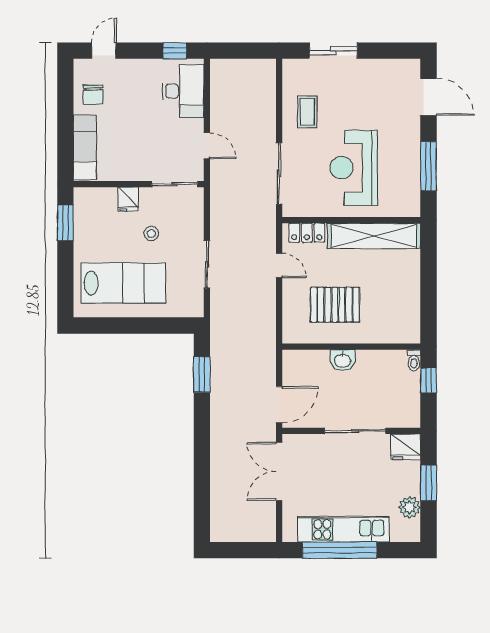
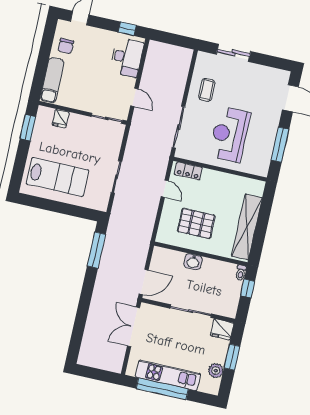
fridge: (128, 199) -> (61, 119), moved
stool: (151, 234) -> (84, 148), removed
shelving: (374, 236) -> (247, 227), moved, turned 90
window: (202, 374) -> (96, 250), width x1.44

